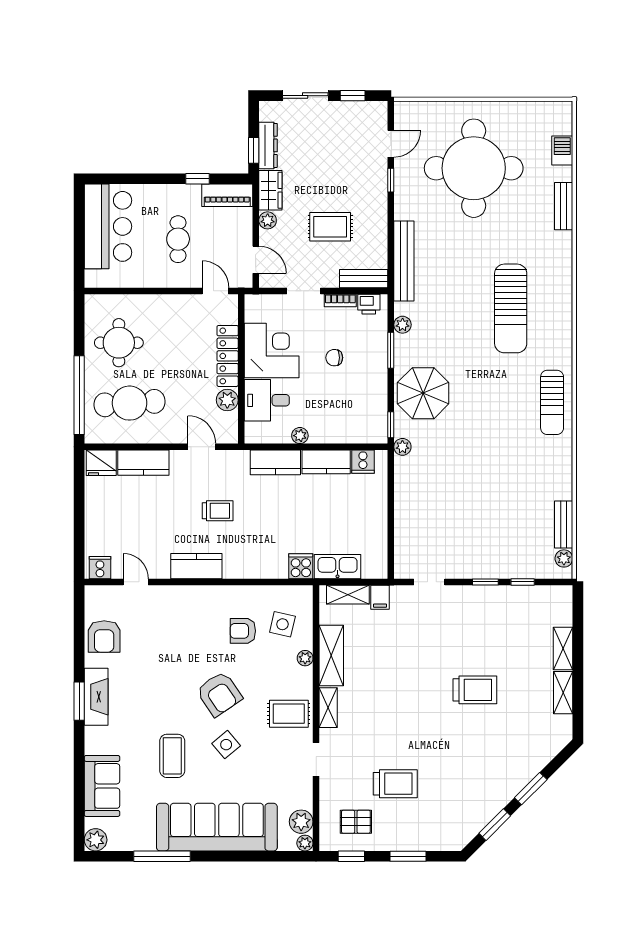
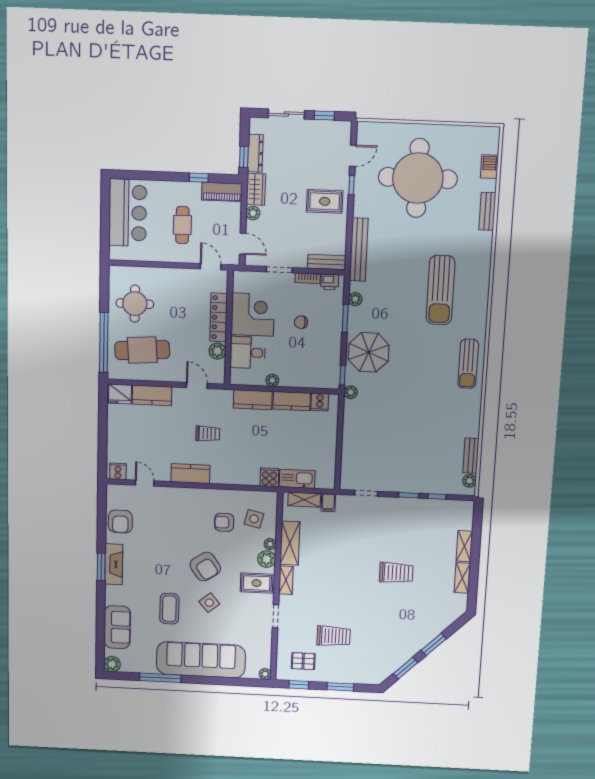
rug: (330, 227) -> (325, 201), moved
plant: (301, 822) -> (267, 559), moved

